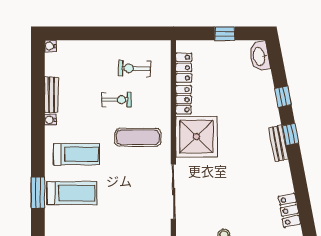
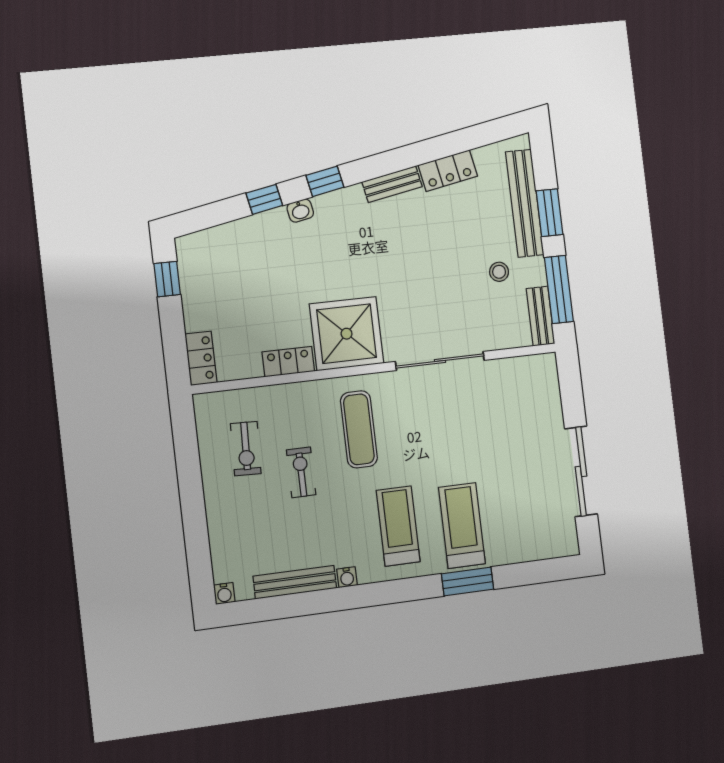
window: (225, 33) -> (167, 279), moved
washbasin: (259, 56) -> (300, 211), moved, width x0.52, depth x0.69
locker: (184, 68) -> (201, 358), moved, turned 90
bench: (51, 95) -> (295, 582), width x1.36
bench: (278, 143) -> (392, 184), moved

